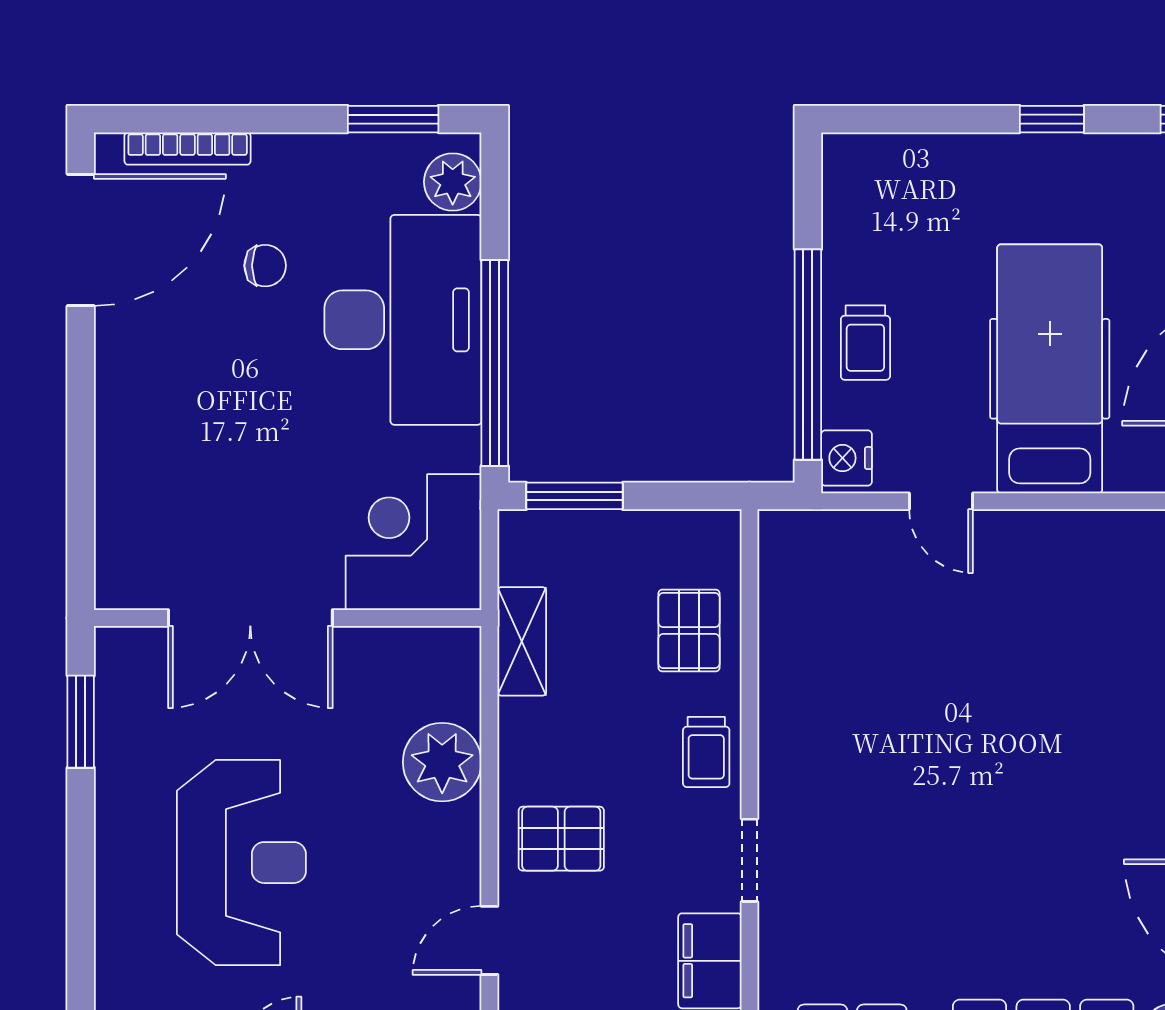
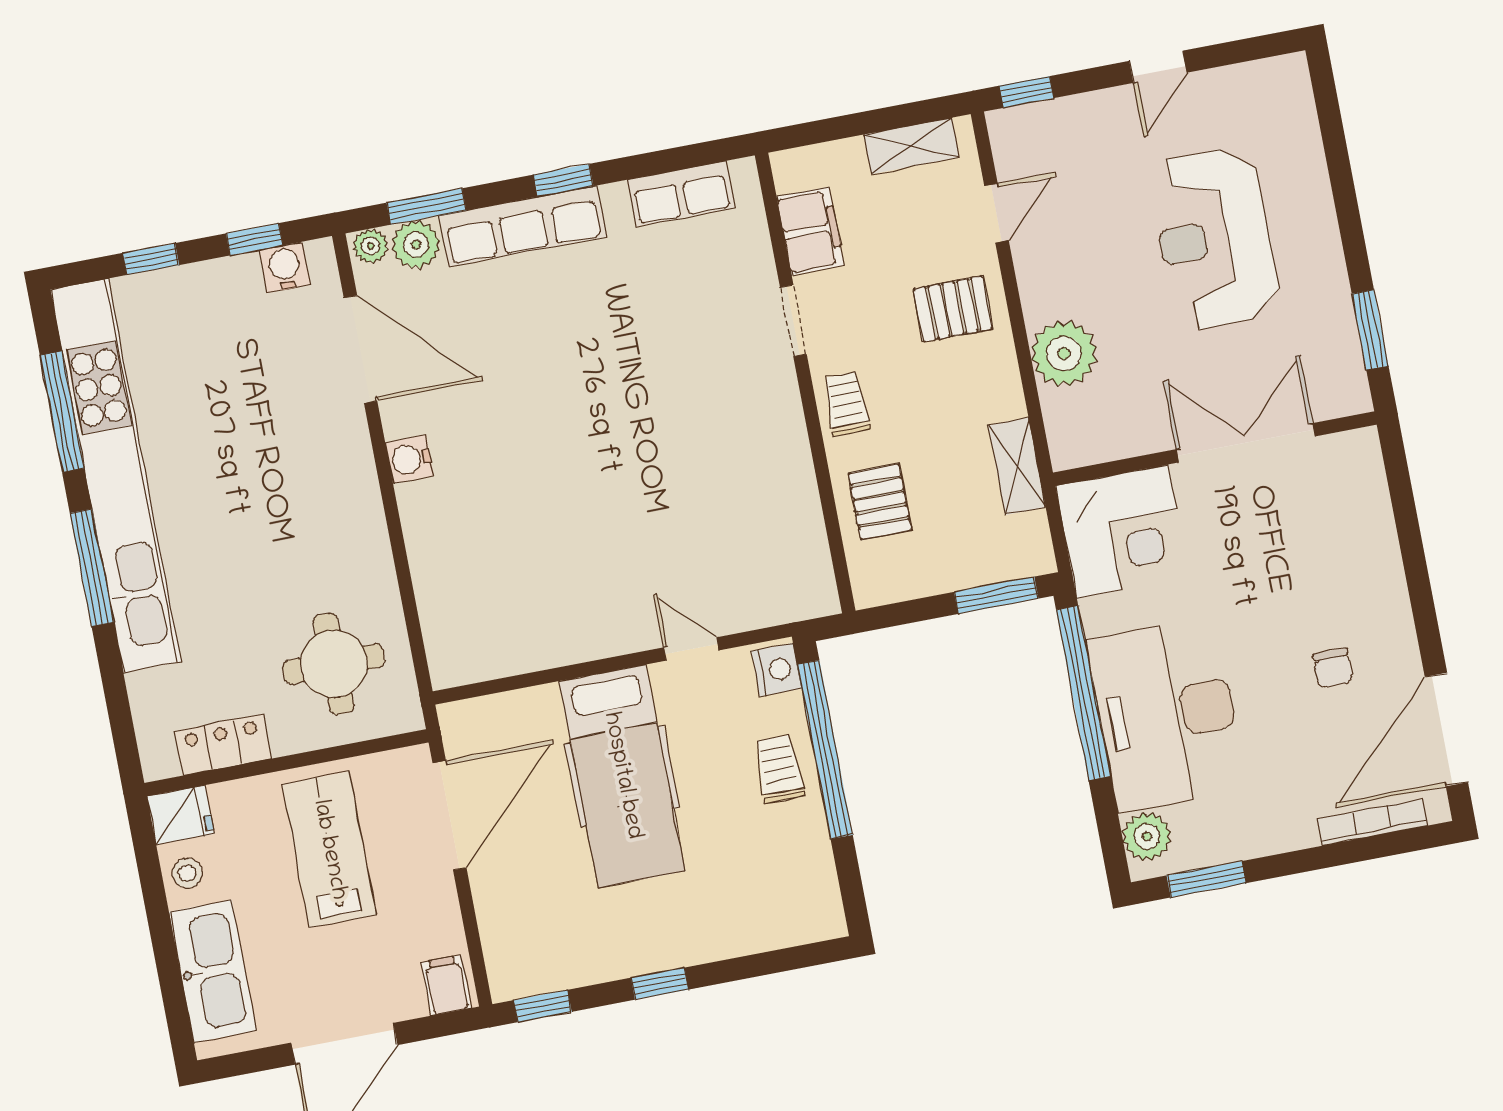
chair: (265, 266) -> (1333, 668), moved, turned -90

